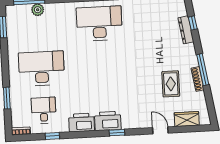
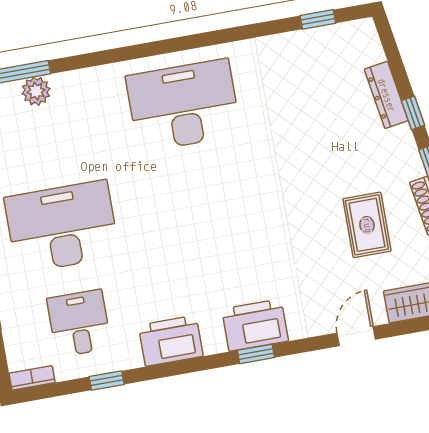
window: (193, 23) -> (413, 113), moved
printer: (108, 121) -> (255, 325), moved
door: (160, 130) -> (356, 336), hinge flipped

